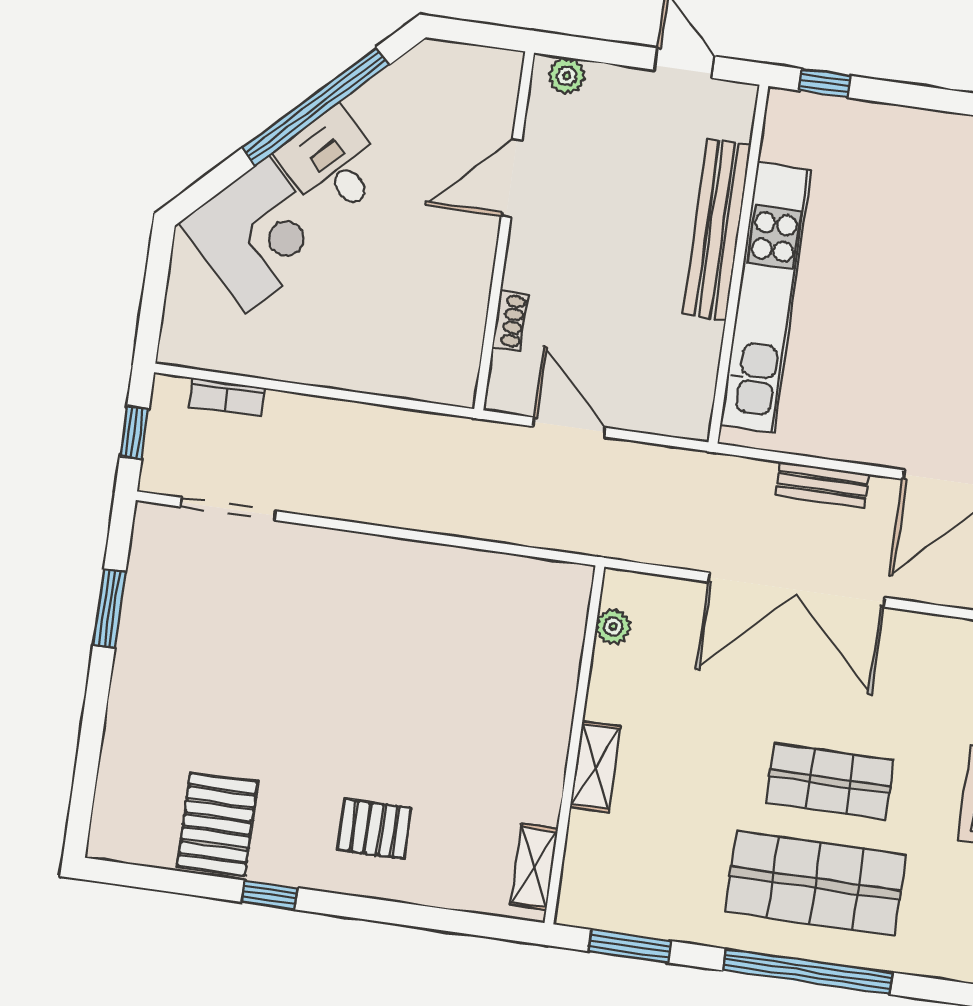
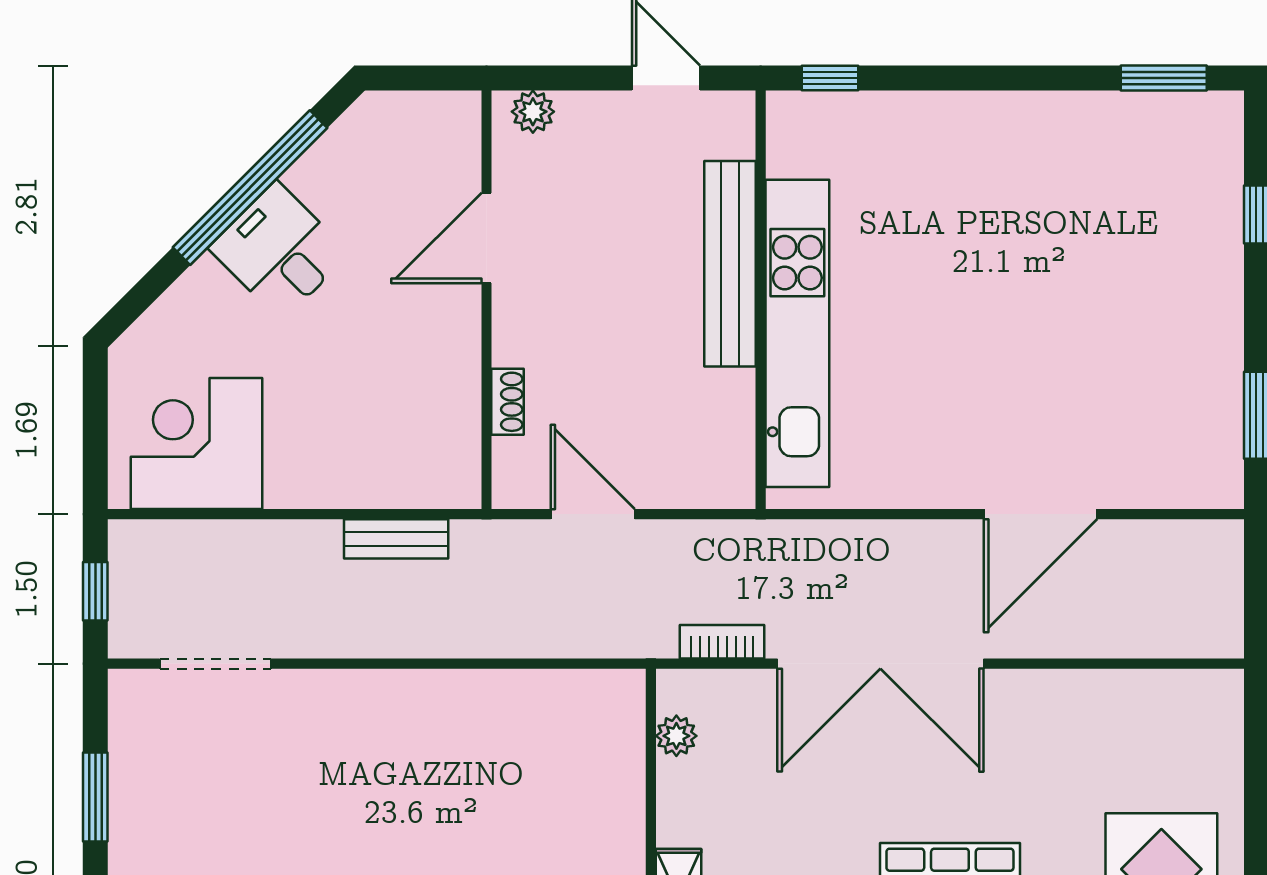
corner desk: (258, 234) -> (196, 443), moved, turned -135
bookcase: (227, 397) -> (722, 642), moved, turned 180
bench: (822, 485) -> (396, 539), moved

